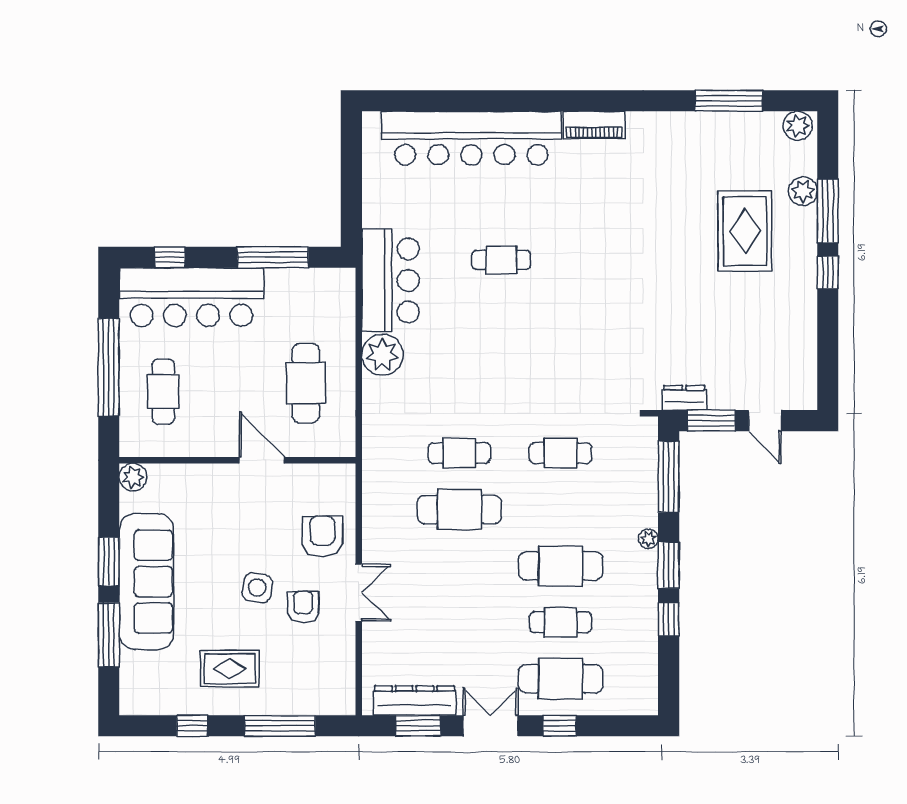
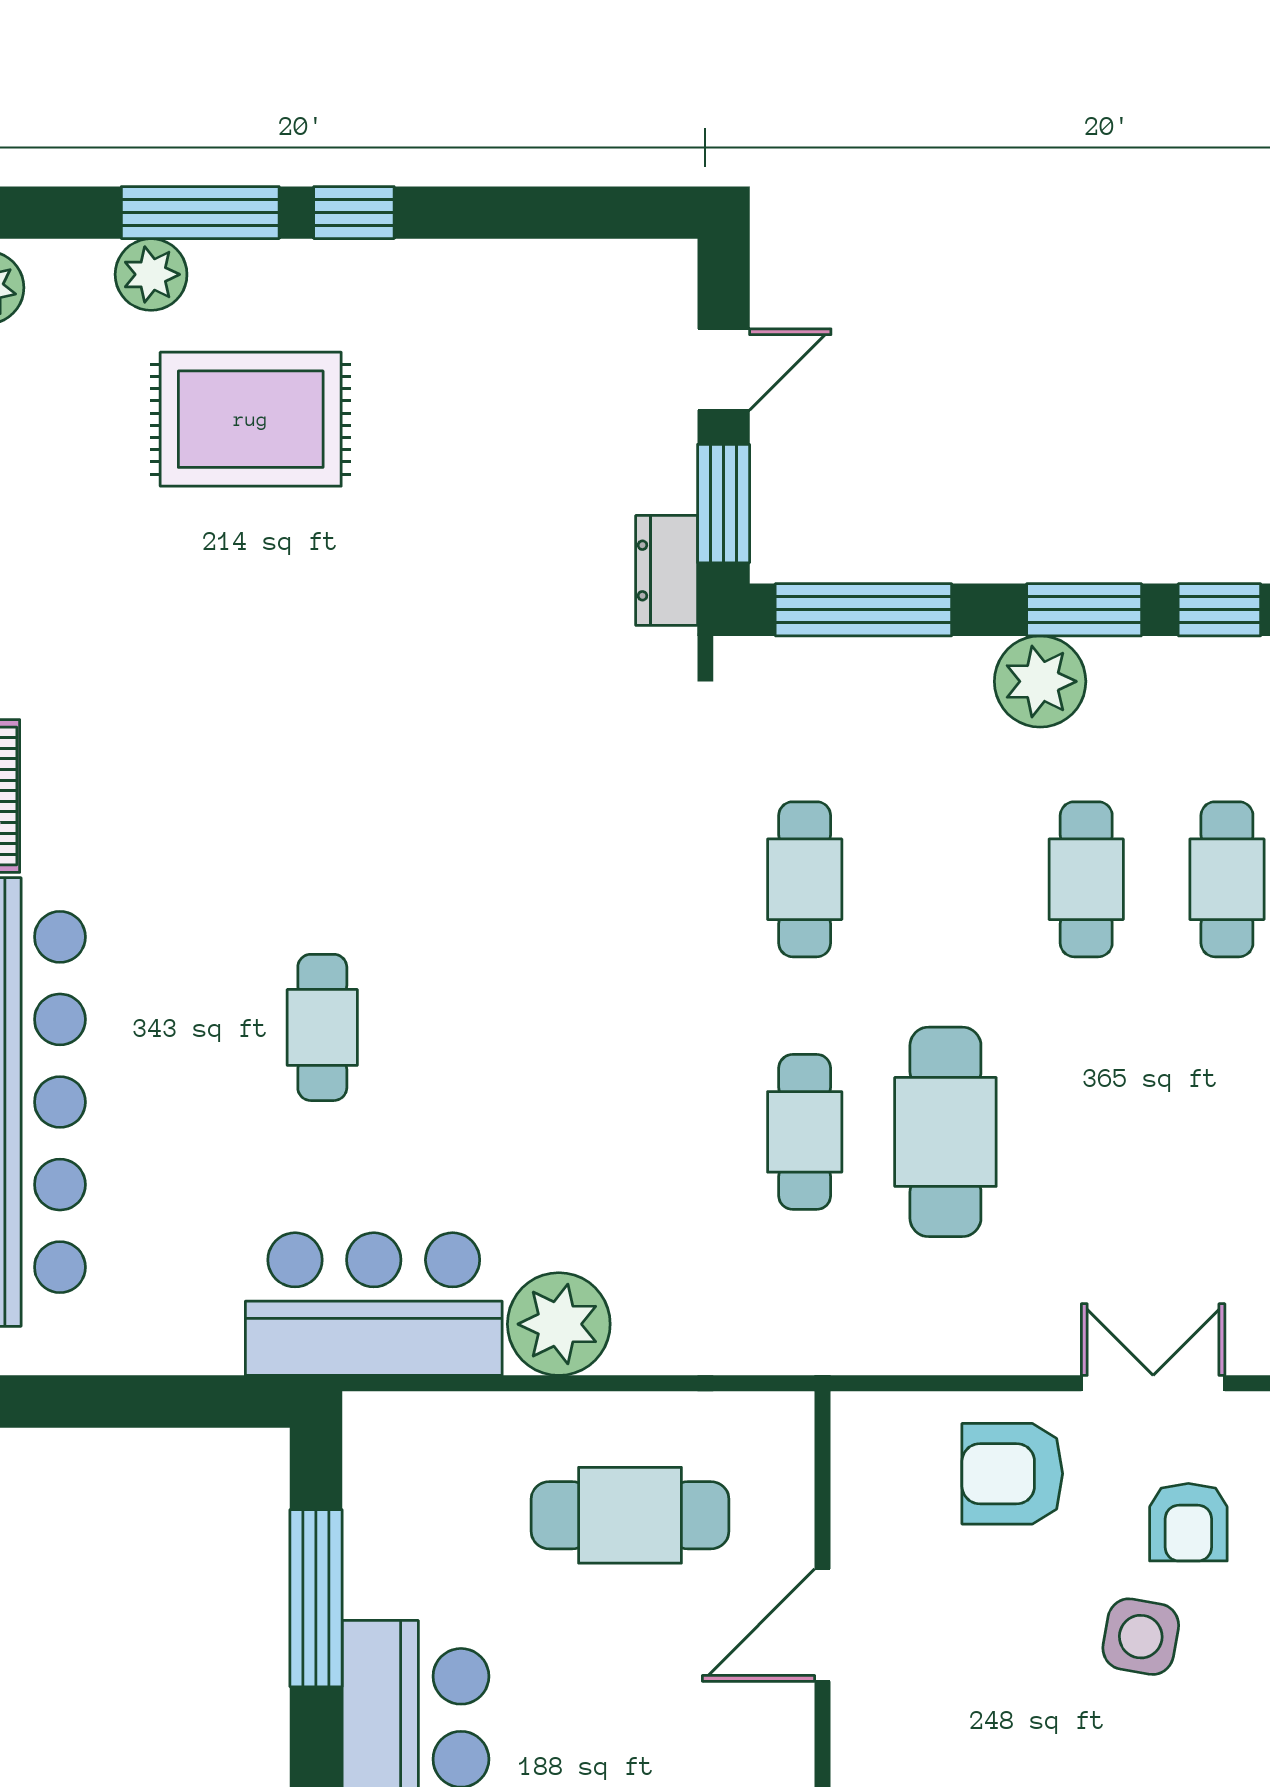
plant: (648, 539) -> (1040, 681), width x1.87, depth x1.87
cafe table: (561, 566) -> (1086, 879), width x0.73, depth x0.74
armchair: (303, 607) -> (1188, 1522), turned -90

